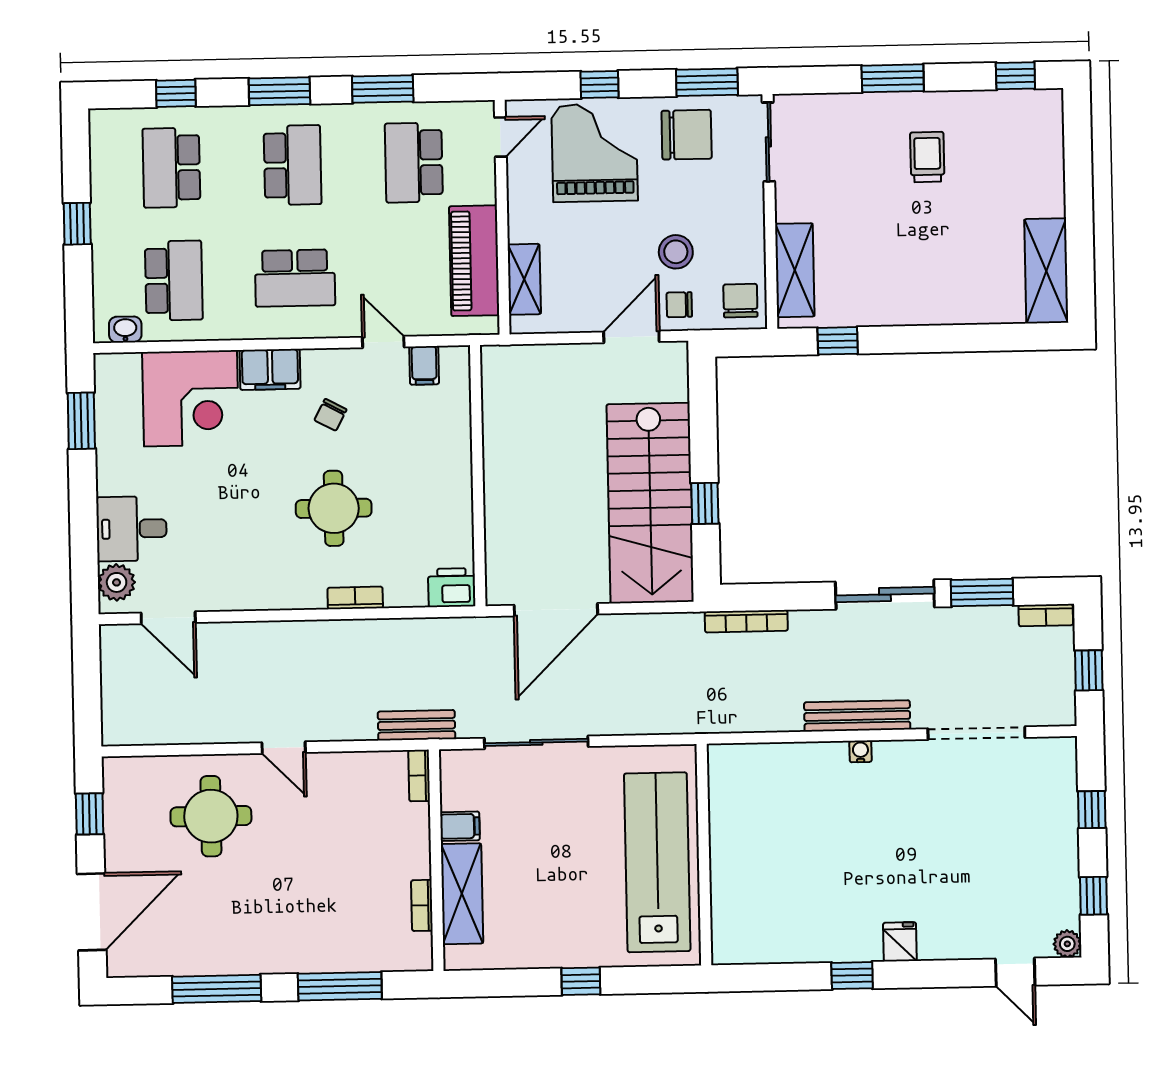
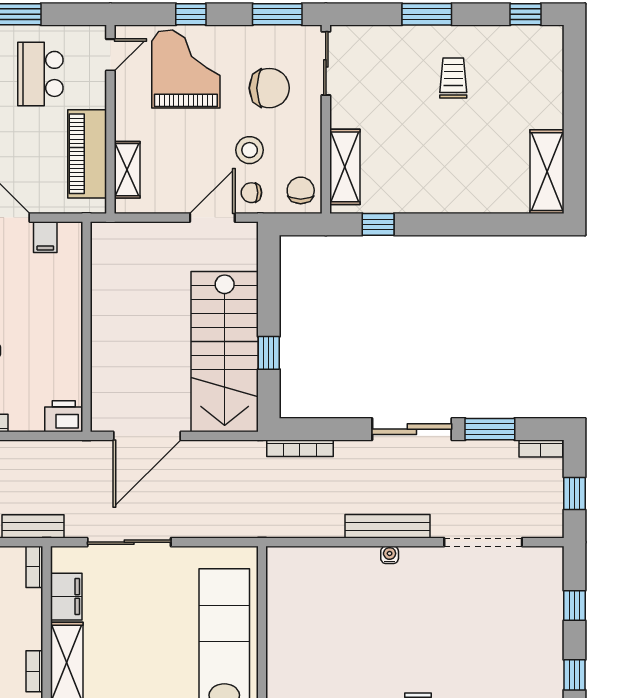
chair: (687, 135) -> (269, 88), moved
filing cabinet: (460, 826) -> (66, 597), width x2.00

